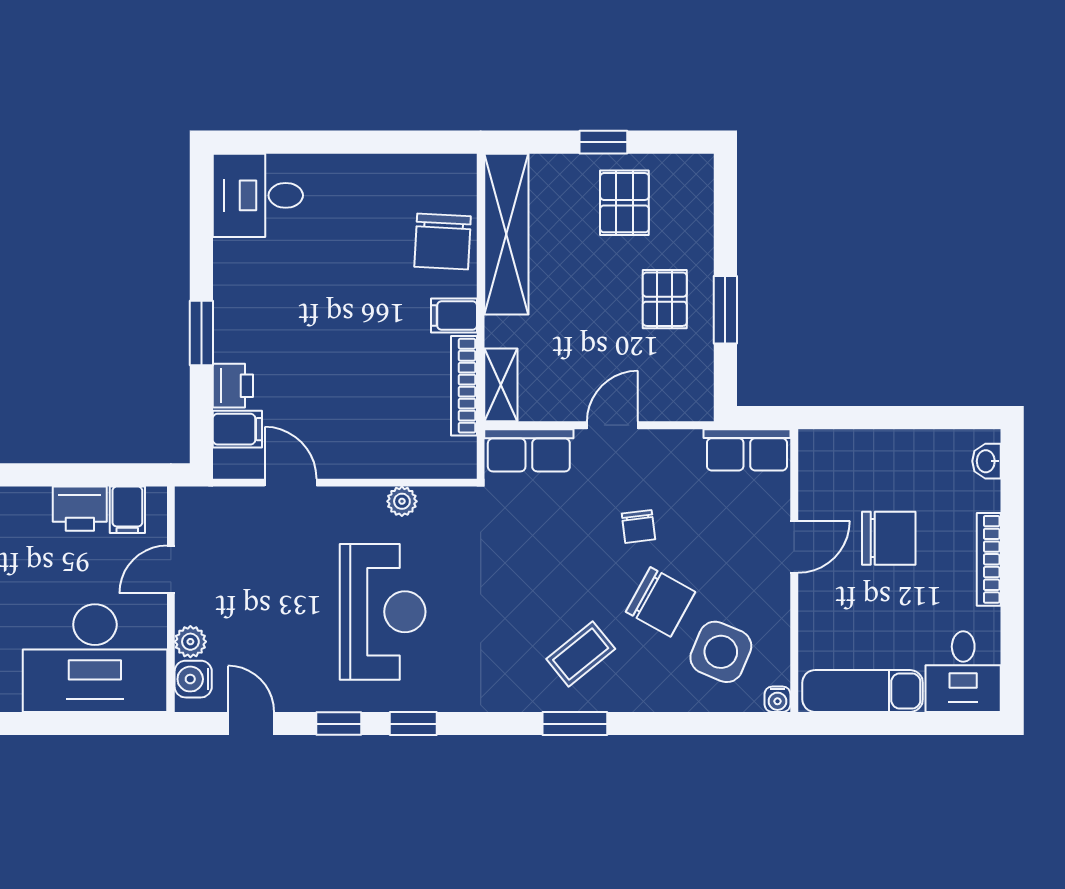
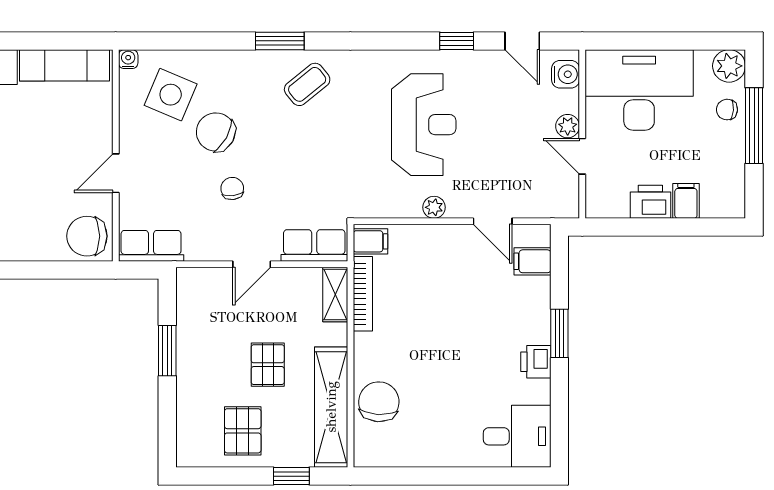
window: (603, 142) -> (291, 476), moved
pallet: (665, 299) -> (268, 365), moved
filing cabinet: (454, 316) -> (370, 241), moved
printer: (233, 386) -> (536, 362), moved
plant: (402, 501) -> (434, 207), moved
filing cabinet: (127, 510) -> (686, 201), moved
chair: (889, 538) -> (87, 236), moved
door: (171, 569) -> (582, 156), swing flipped
reception desk: (383, 612) -> (424, 125), turned 180
plant: (190, 642) -> (568, 126), moved
coffee table: (581, 654) -> (307, 84), moved
window: (413, 724) -> (401, 41), removed

